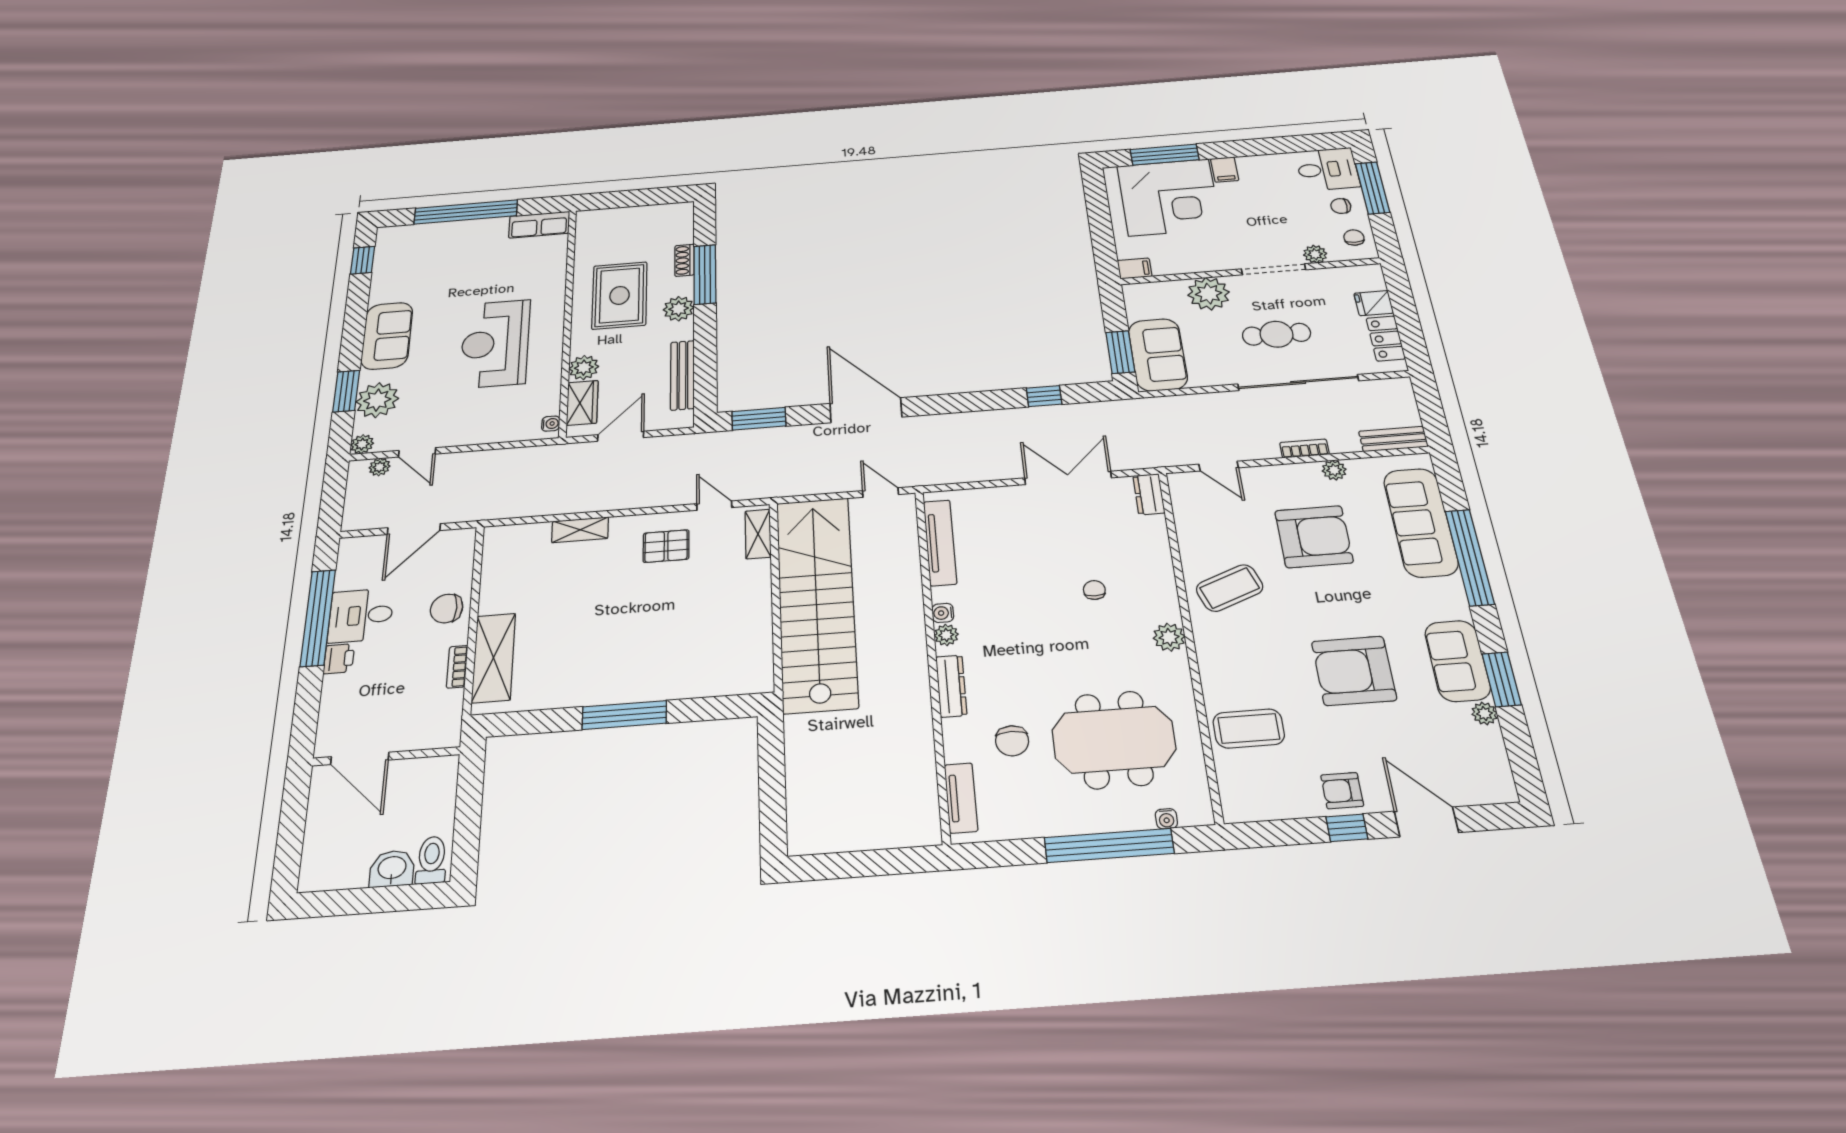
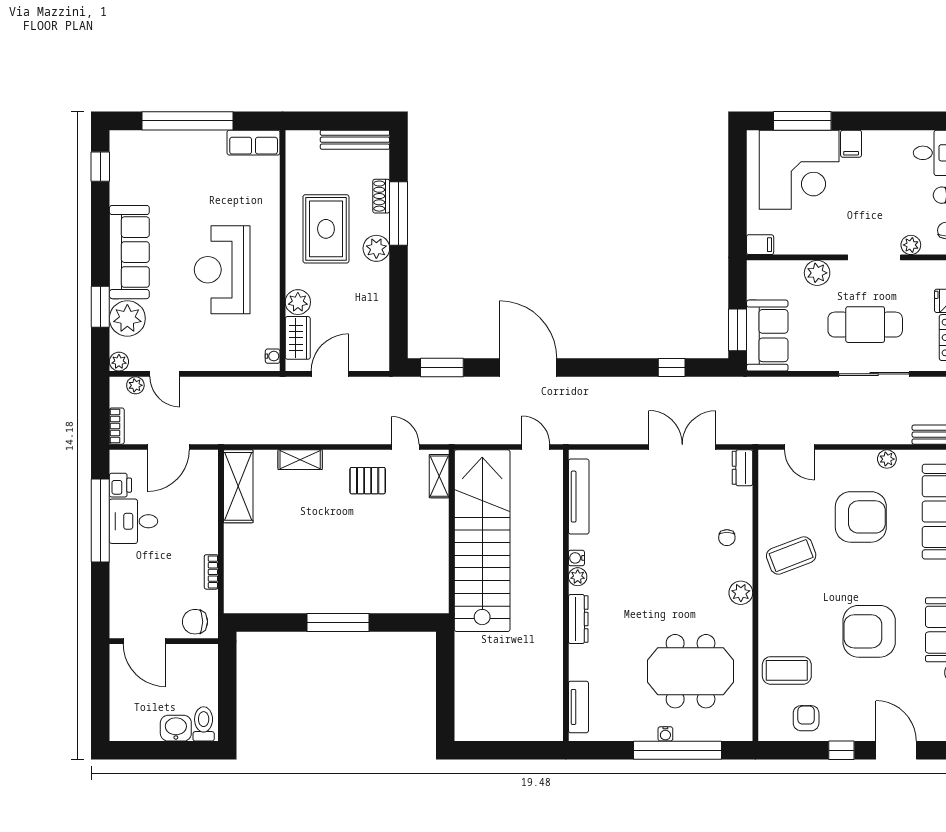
plant: (1209, 294) -> (817, 273), width x0.73, depth x0.73
cafe table: (1276, 334) -> (865, 325), width x1.37, depth x1.35
sofa: (387, 336) -> (129, 252), width x1.36
bench: (682, 375) -> (355, 140), moved, turned 90
sliding door: (1298, 382) -> (874, 374), width x0.73
bookcase: (1304, 448) -> (117, 426), moved, turned 90
chair: (1094, 590) -> (727, 538), moved, turned 180
chair: (447, 608) -> (195, 622), moved
shelving: (494, 658) -> (238, 486), moved
printer: (339, 659) -> (120, 485), moved
chair: (1012, 741) -> (618, 666), removed
armchair: (1342, 791) -> (806, 718), moved, turned 90
water cooler: (1166, 819) -> (665, 734), moved

